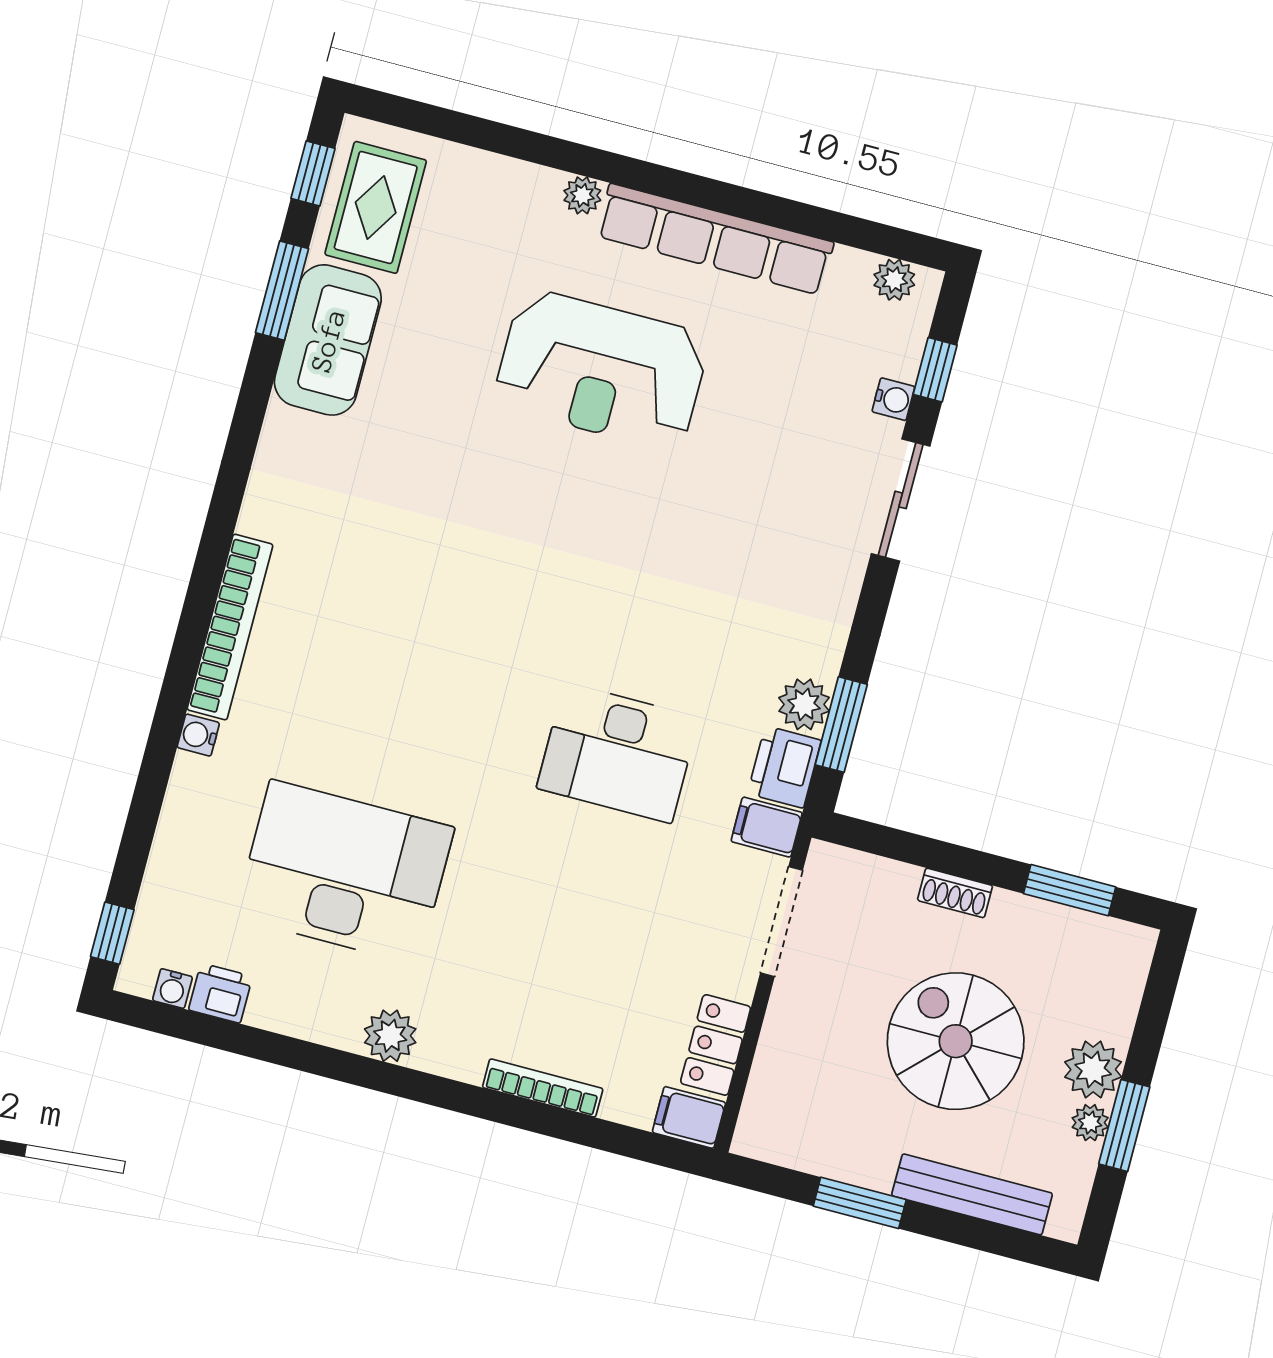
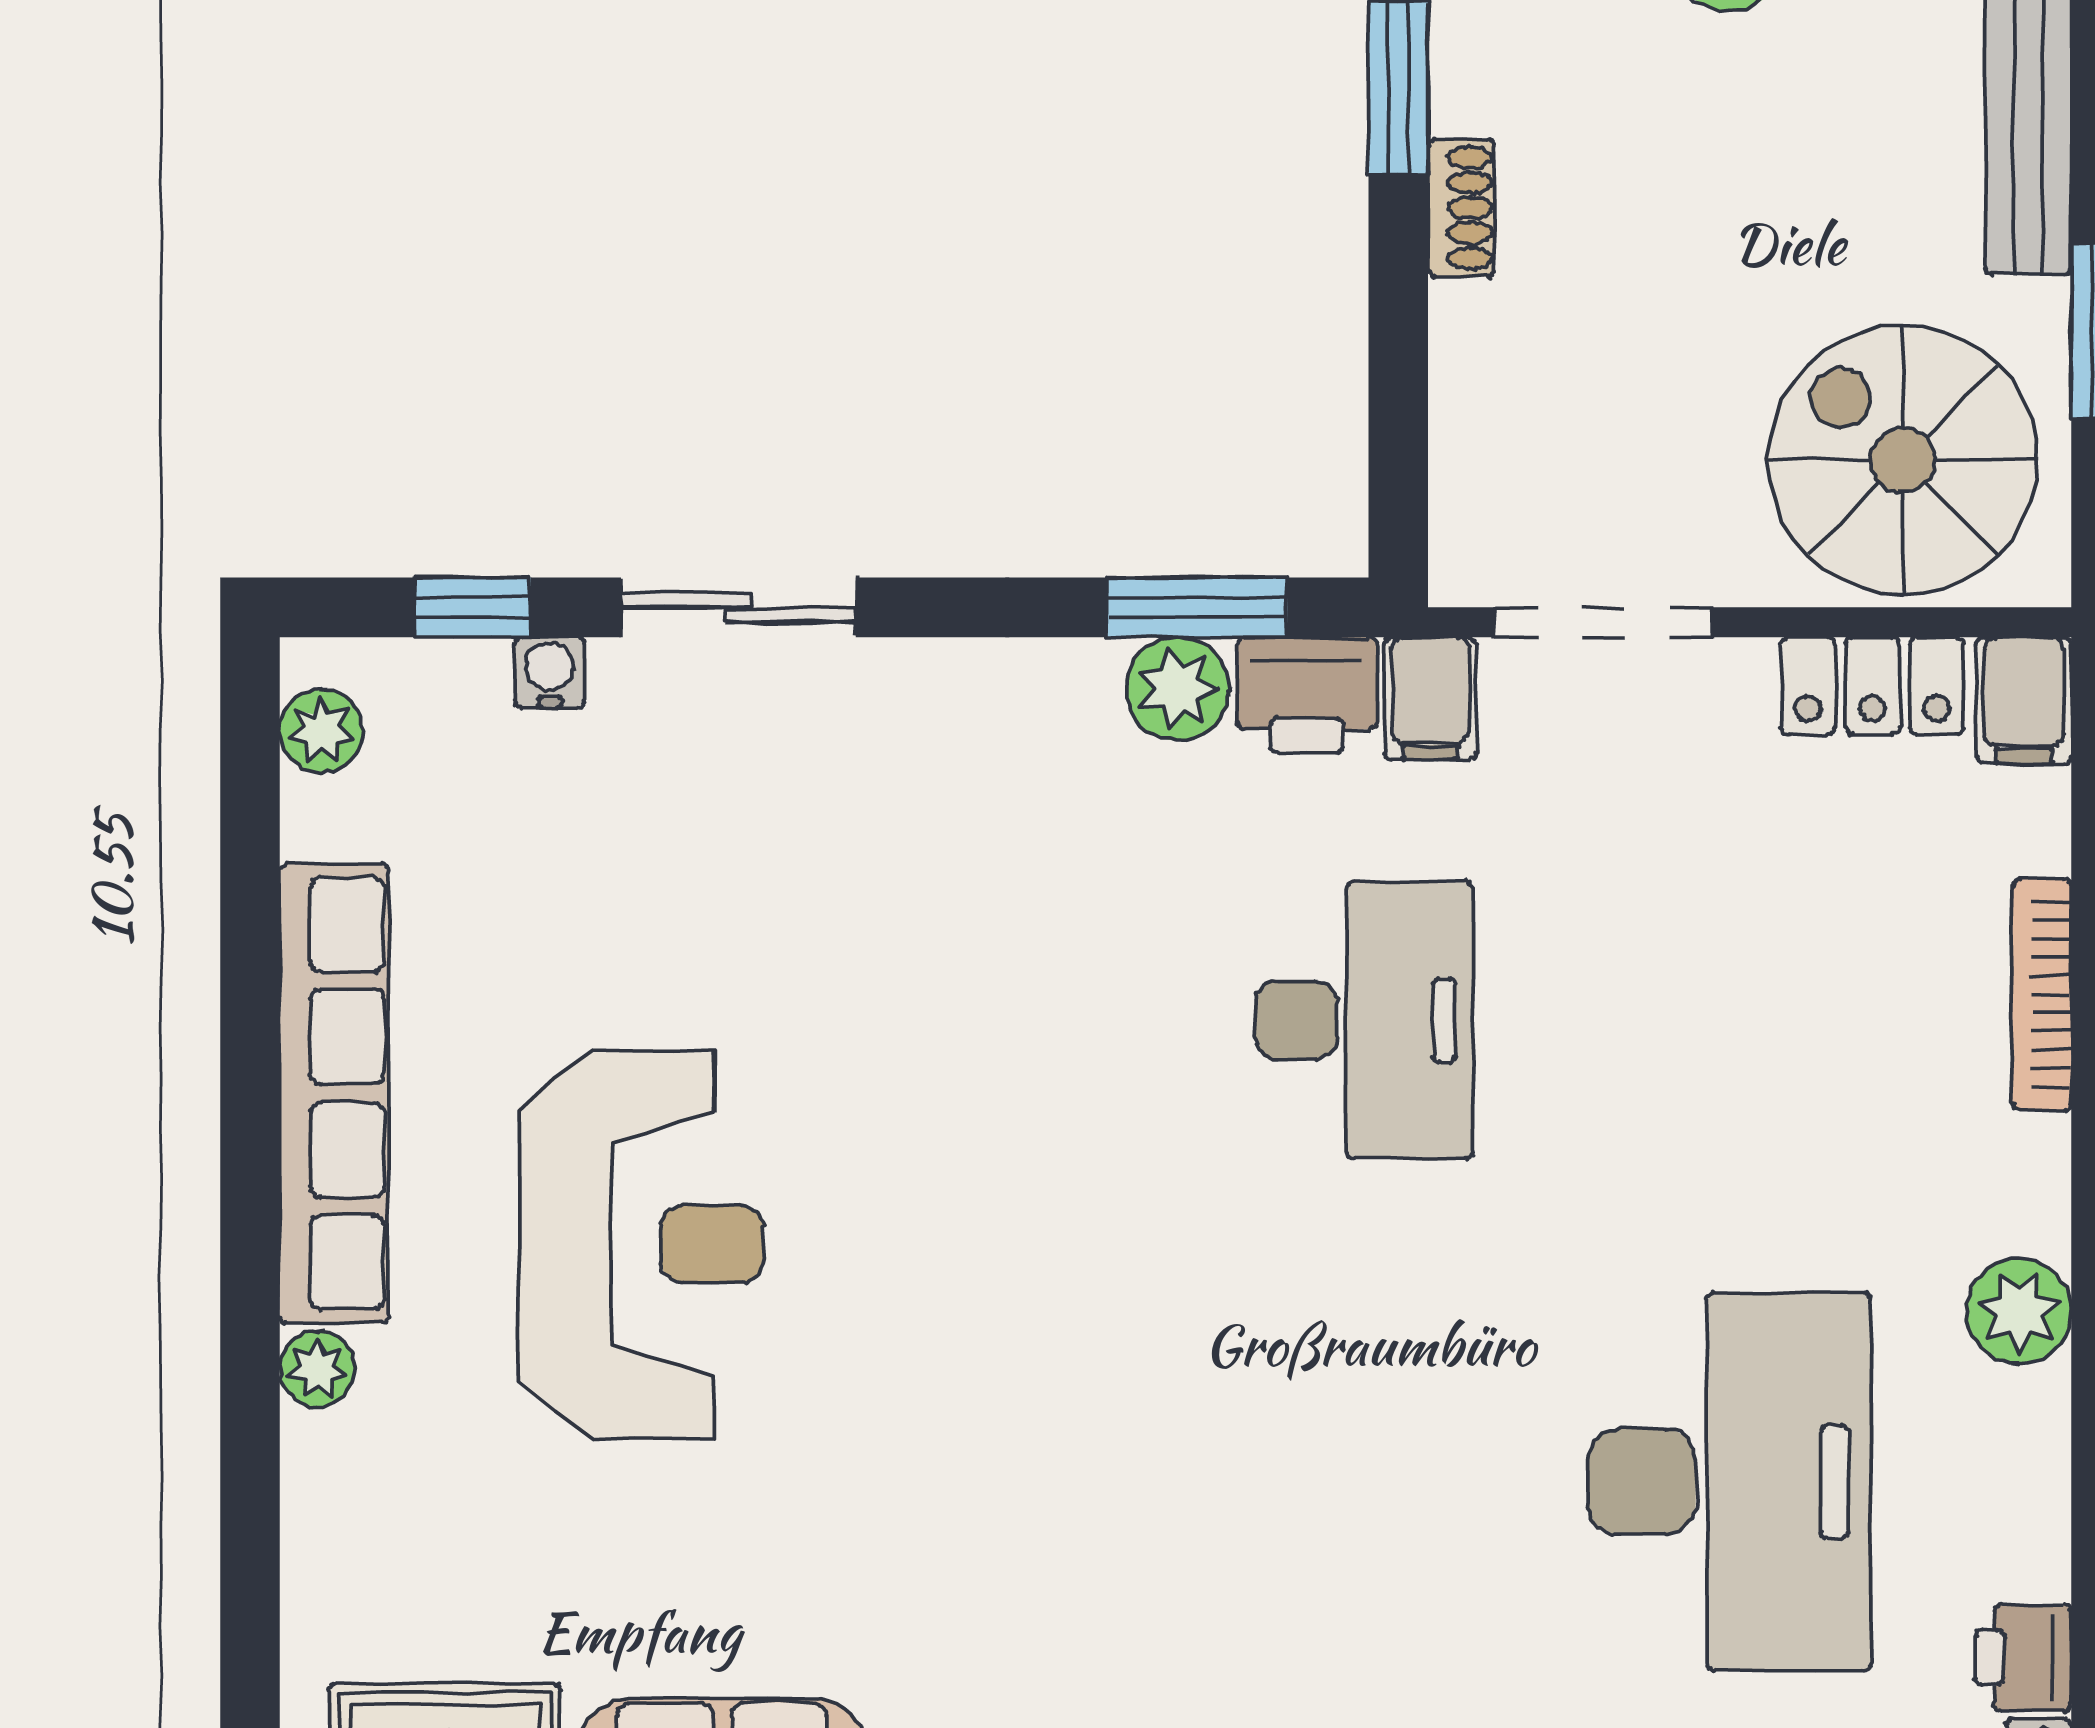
desk: (344, 872) -> (1730, 1482), turned 180
shoe rack: (955, 893) -> (1461, 208), moved
spiral stairs: (956, 1041) -> (1903, 460), moved, turned 90

